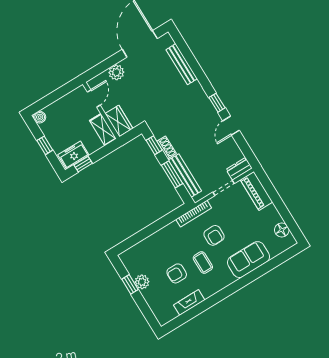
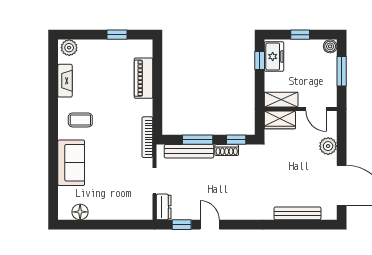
window: (53, 97) -> (342, 71), added
window: (217, 103) -> (182, 225), moved
piano: (257, 191) -> (143, 78), moved, turned -90
armchair: (214, 235) -> (115, 144), removed
coffee table: (203, 263) -> (80, 120), moved
armchair: (177, 273) -> (100, 86), removed
plant: (142, 282) -> (69, 48), moved

